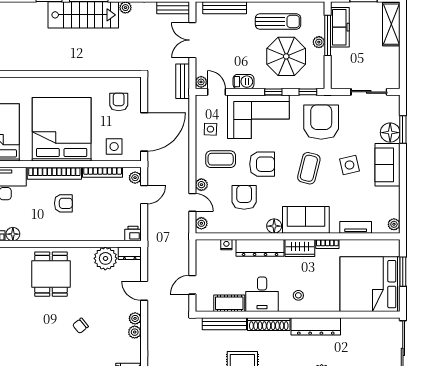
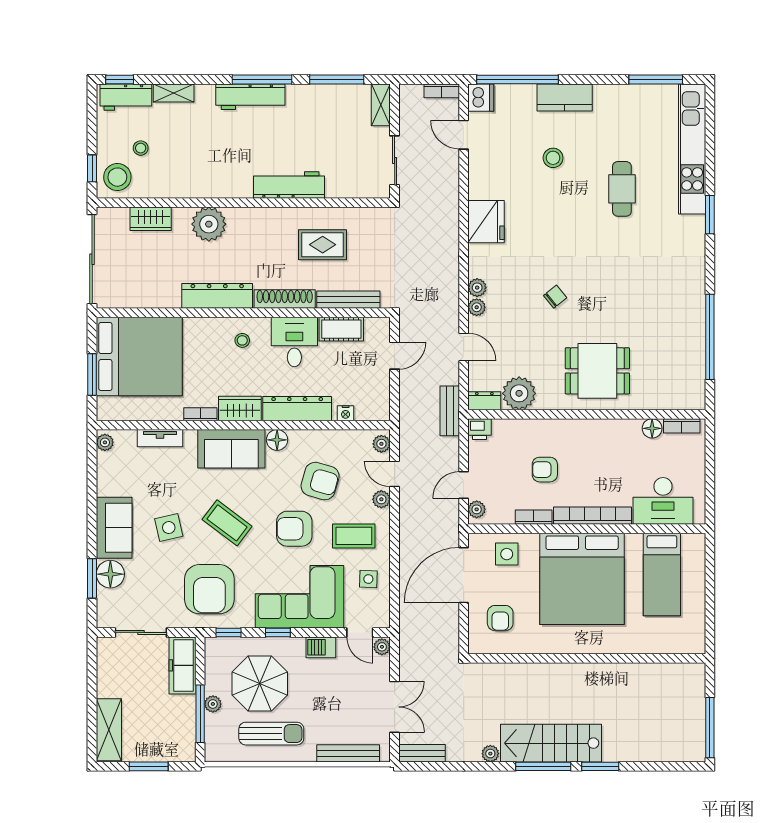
sun lounger: (278, 21) -> (271, 734), turned 180
freezer: (340, 27) -> (182, 665), moved
bench: (183, 81) -> (450, 411), moved
coffee table: (309, 168) -> (227, 523), turned -67
bookcase: (103, 172) -> (534, 517), width x0.64
armchair: (244, 197) -> (320, 481), turned -74
armchair: (63, 203) -> (545, 470), moved
dining table: (51, 274) -> (597, 371), turned 90

